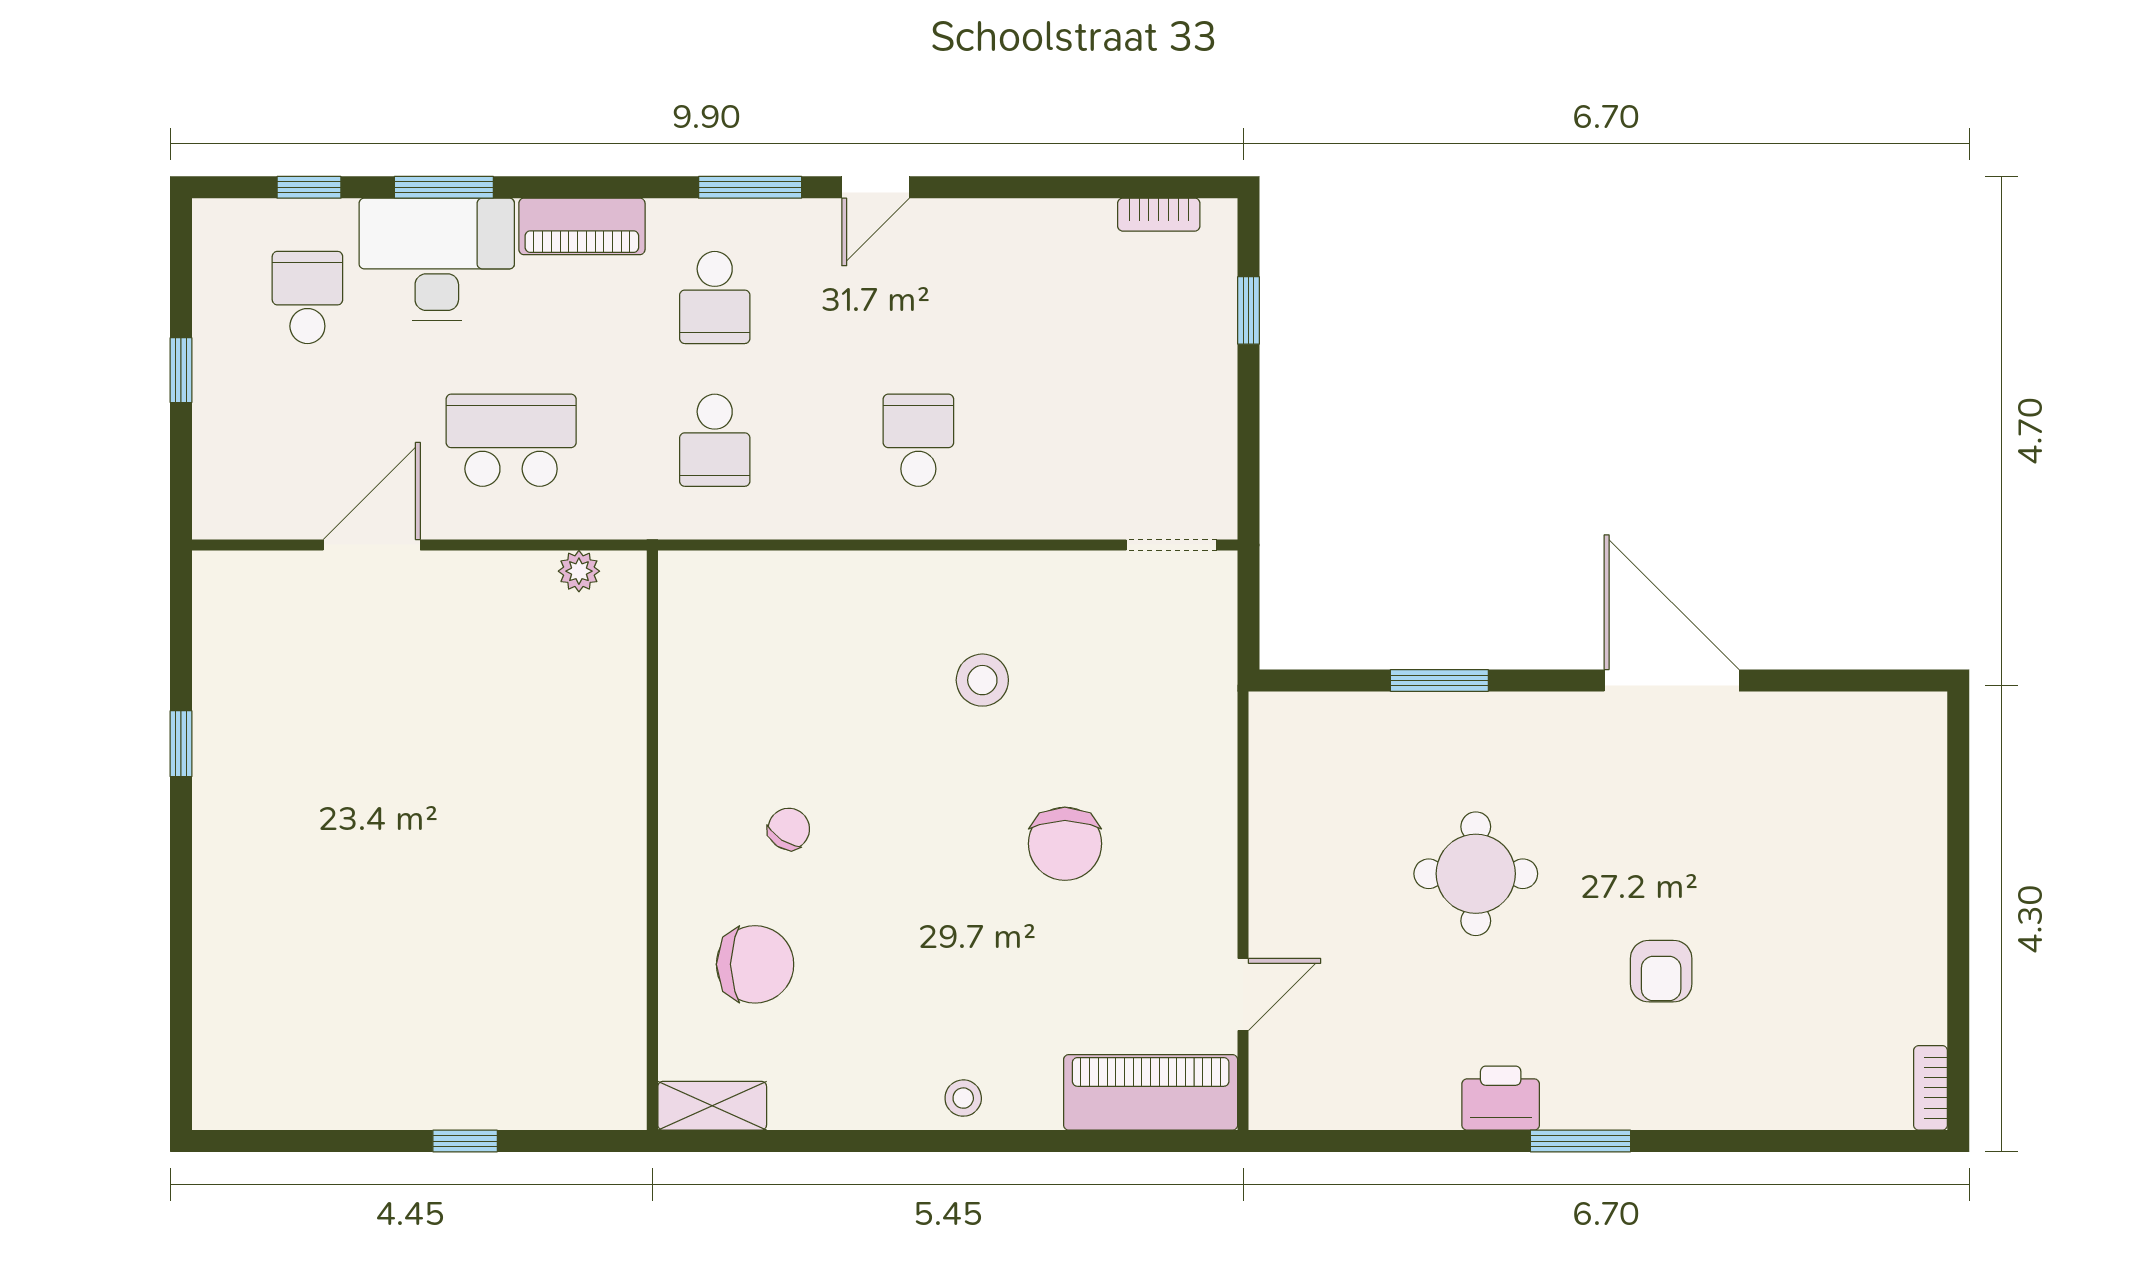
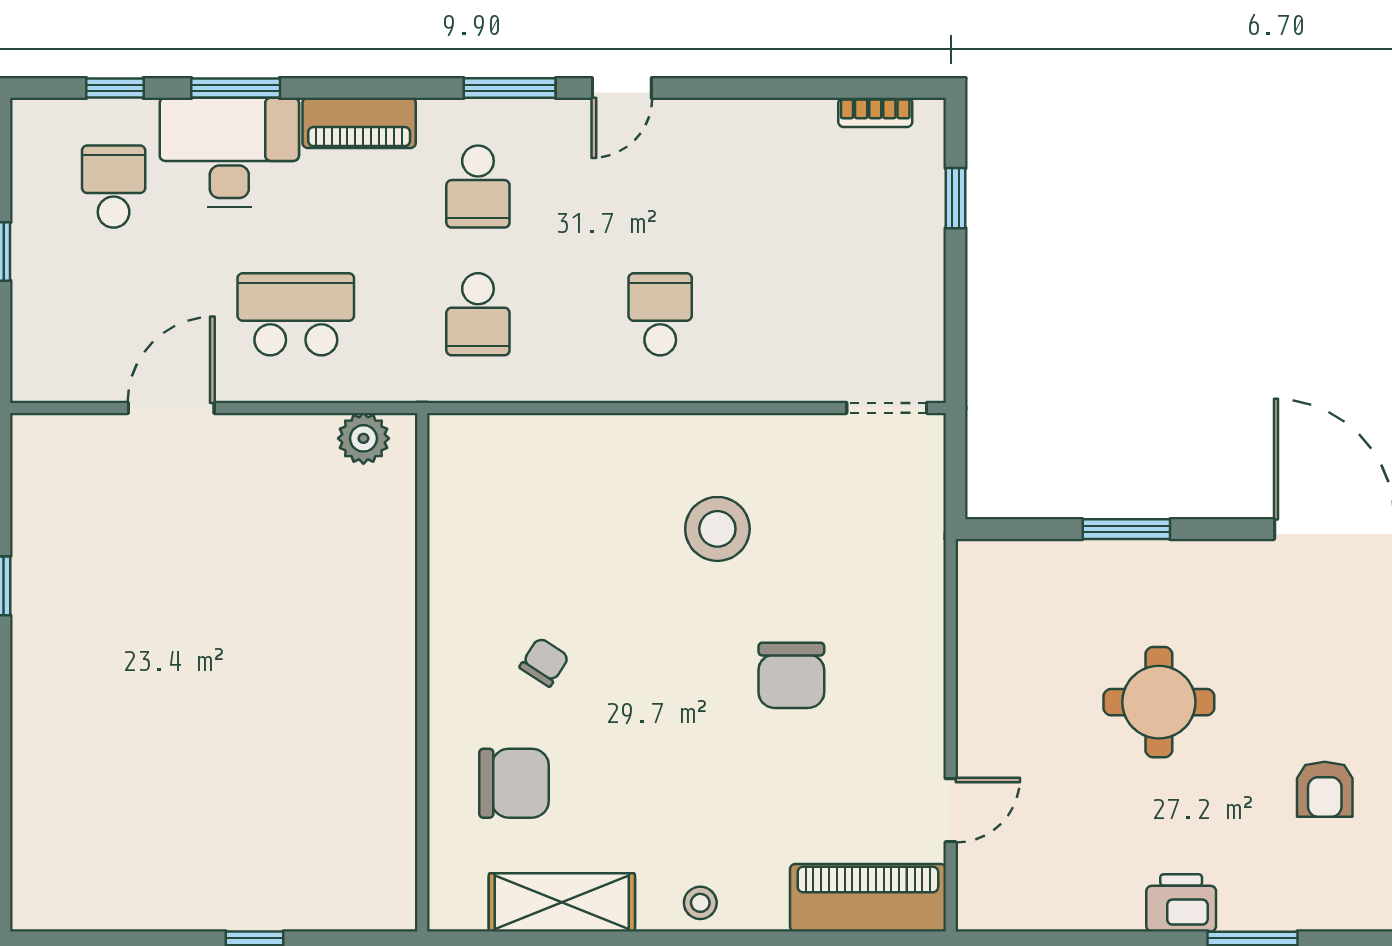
plant: (579, 571) -> (363, 438), width x1.38, depth x1.38
stool: (982, 680) -> (717, 529), width x1.38, depth x1.38
shelving: (712, 1106) -> (562, 902), moved, width x1.50, depth x1.33

